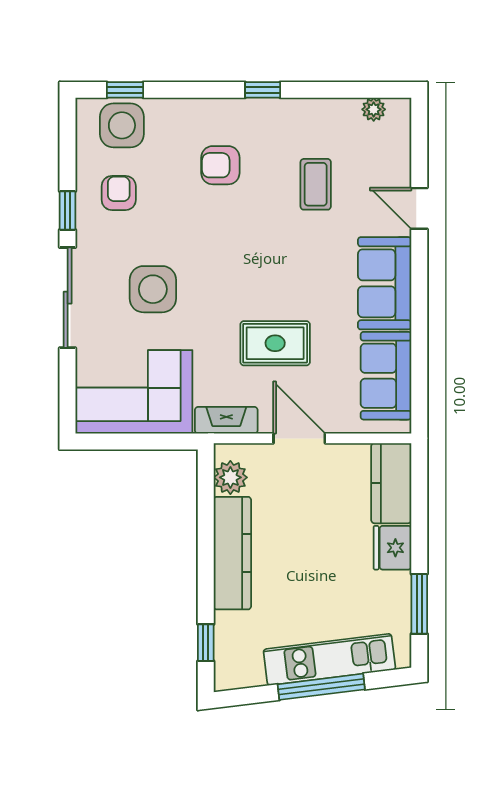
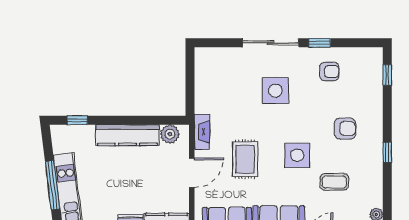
side table: (122, 125) -> (297, 155), moved
armchair: (220, 165) -> (345, 129), turned 90
corner sofa: (134, 392) -> (218, 80), removed

